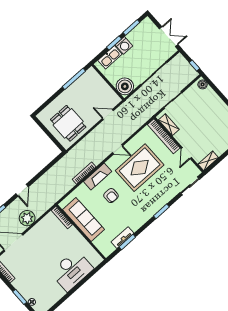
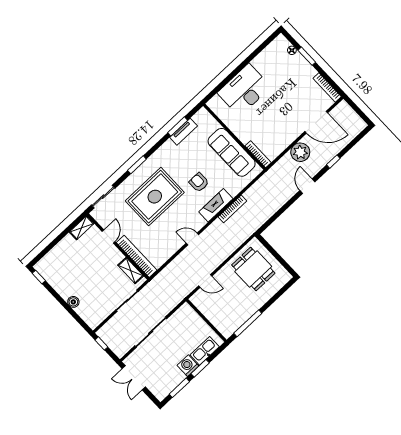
boiler: (203, 84) -> (73, 302), moved
boiler: (125, 86) -> (186, 316), removed
rug: (140, 168) -> (155, 197), moved

